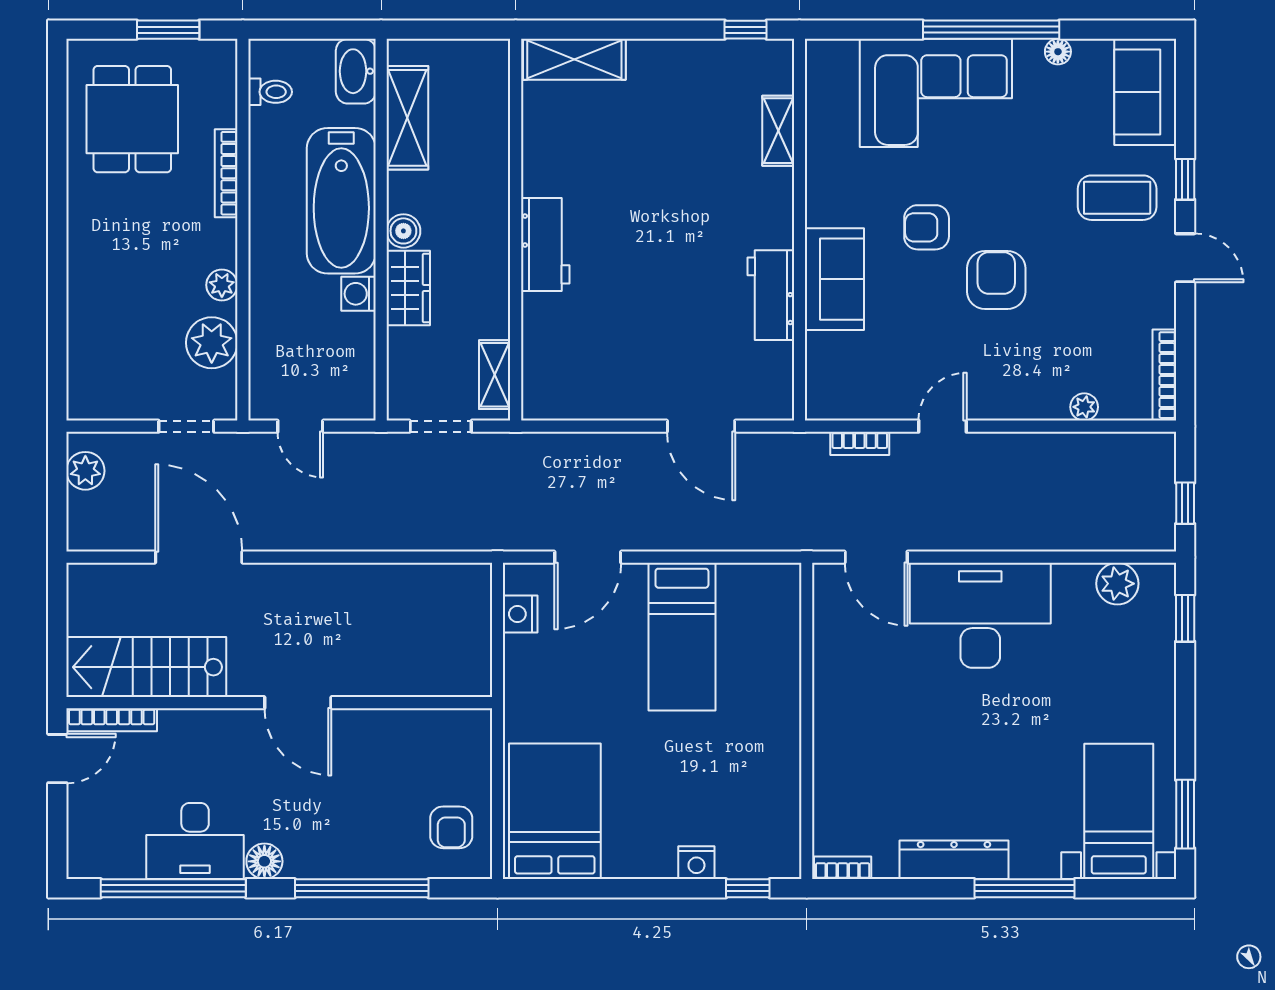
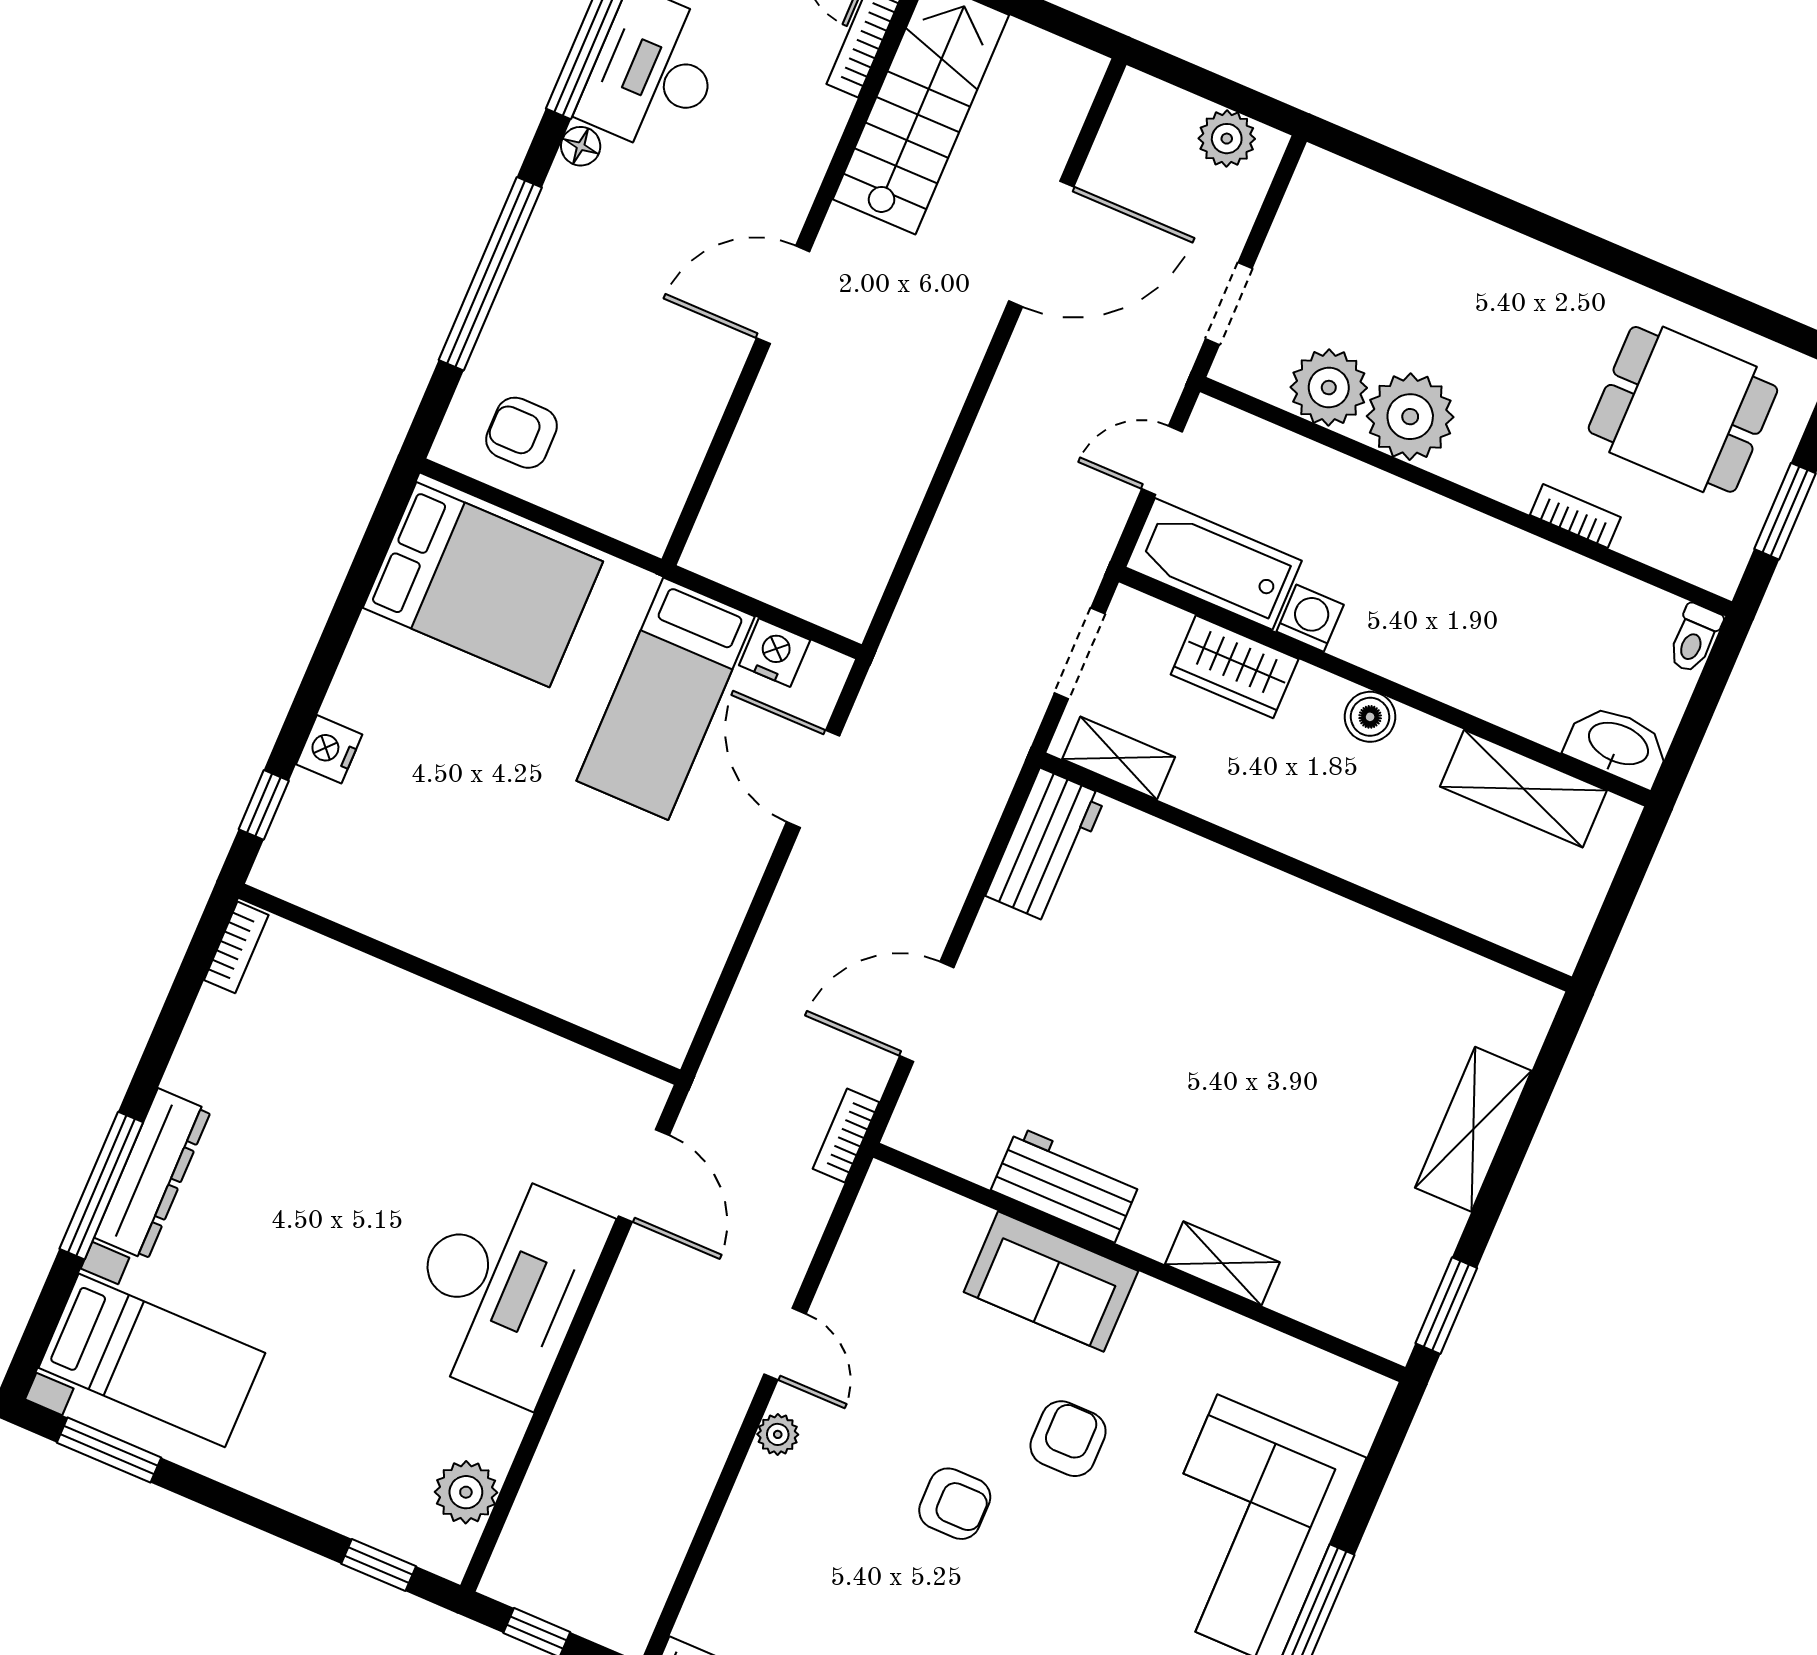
window: (746, 30) -> (1446, 1306), width x1.50
shelving: (574, 59) -> (1473, 1129), moved
toilet: (270, 92) -> (1694, 638), moved
shelving: (778, 131) -> (1222, 1263), moved
bookcase: (226, 173) -> (1575, 516), width x0.64
bathtub: (341, 201) -> (1214, 564), moved, width x0.73, depth x0.73
workbench: (545, 245) -> (1046, 846), moved, turned -90
armchair: (996, 280) -> (955, 1504), width x0.72, depth x0.72
plant: (222, 285) -> (1410, 417), width x1.88, depth x1.88
wardrobe: (408, 288) -> (1235, 667), moved
plant: (1084, 407) -> (778, 1434), moved
bookcase: (860, 443) -> (846, 1136), moved
door: (876, 557) -> (644, 1176), swing flipped
bed: (682, 637) -> (666, 699), moved, turned -90
dresser: (954, 860) -> (153, 1174), moved
floor lamp: (264, 861) -> (581, 146), width x0.73, depth x0.73

